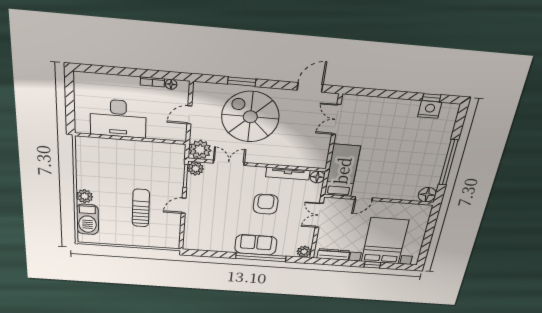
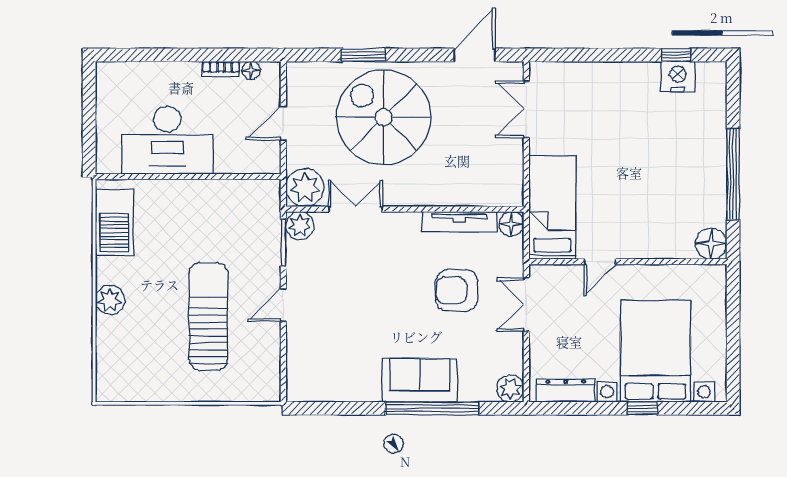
armchair: (266, 204) -> (457, 290), moved, turned -90
sun lounger: (141, 208) -> (208, 316), width x1.36, depth x1.34
barbecue: (87, 219) -> (114, 223), moved

